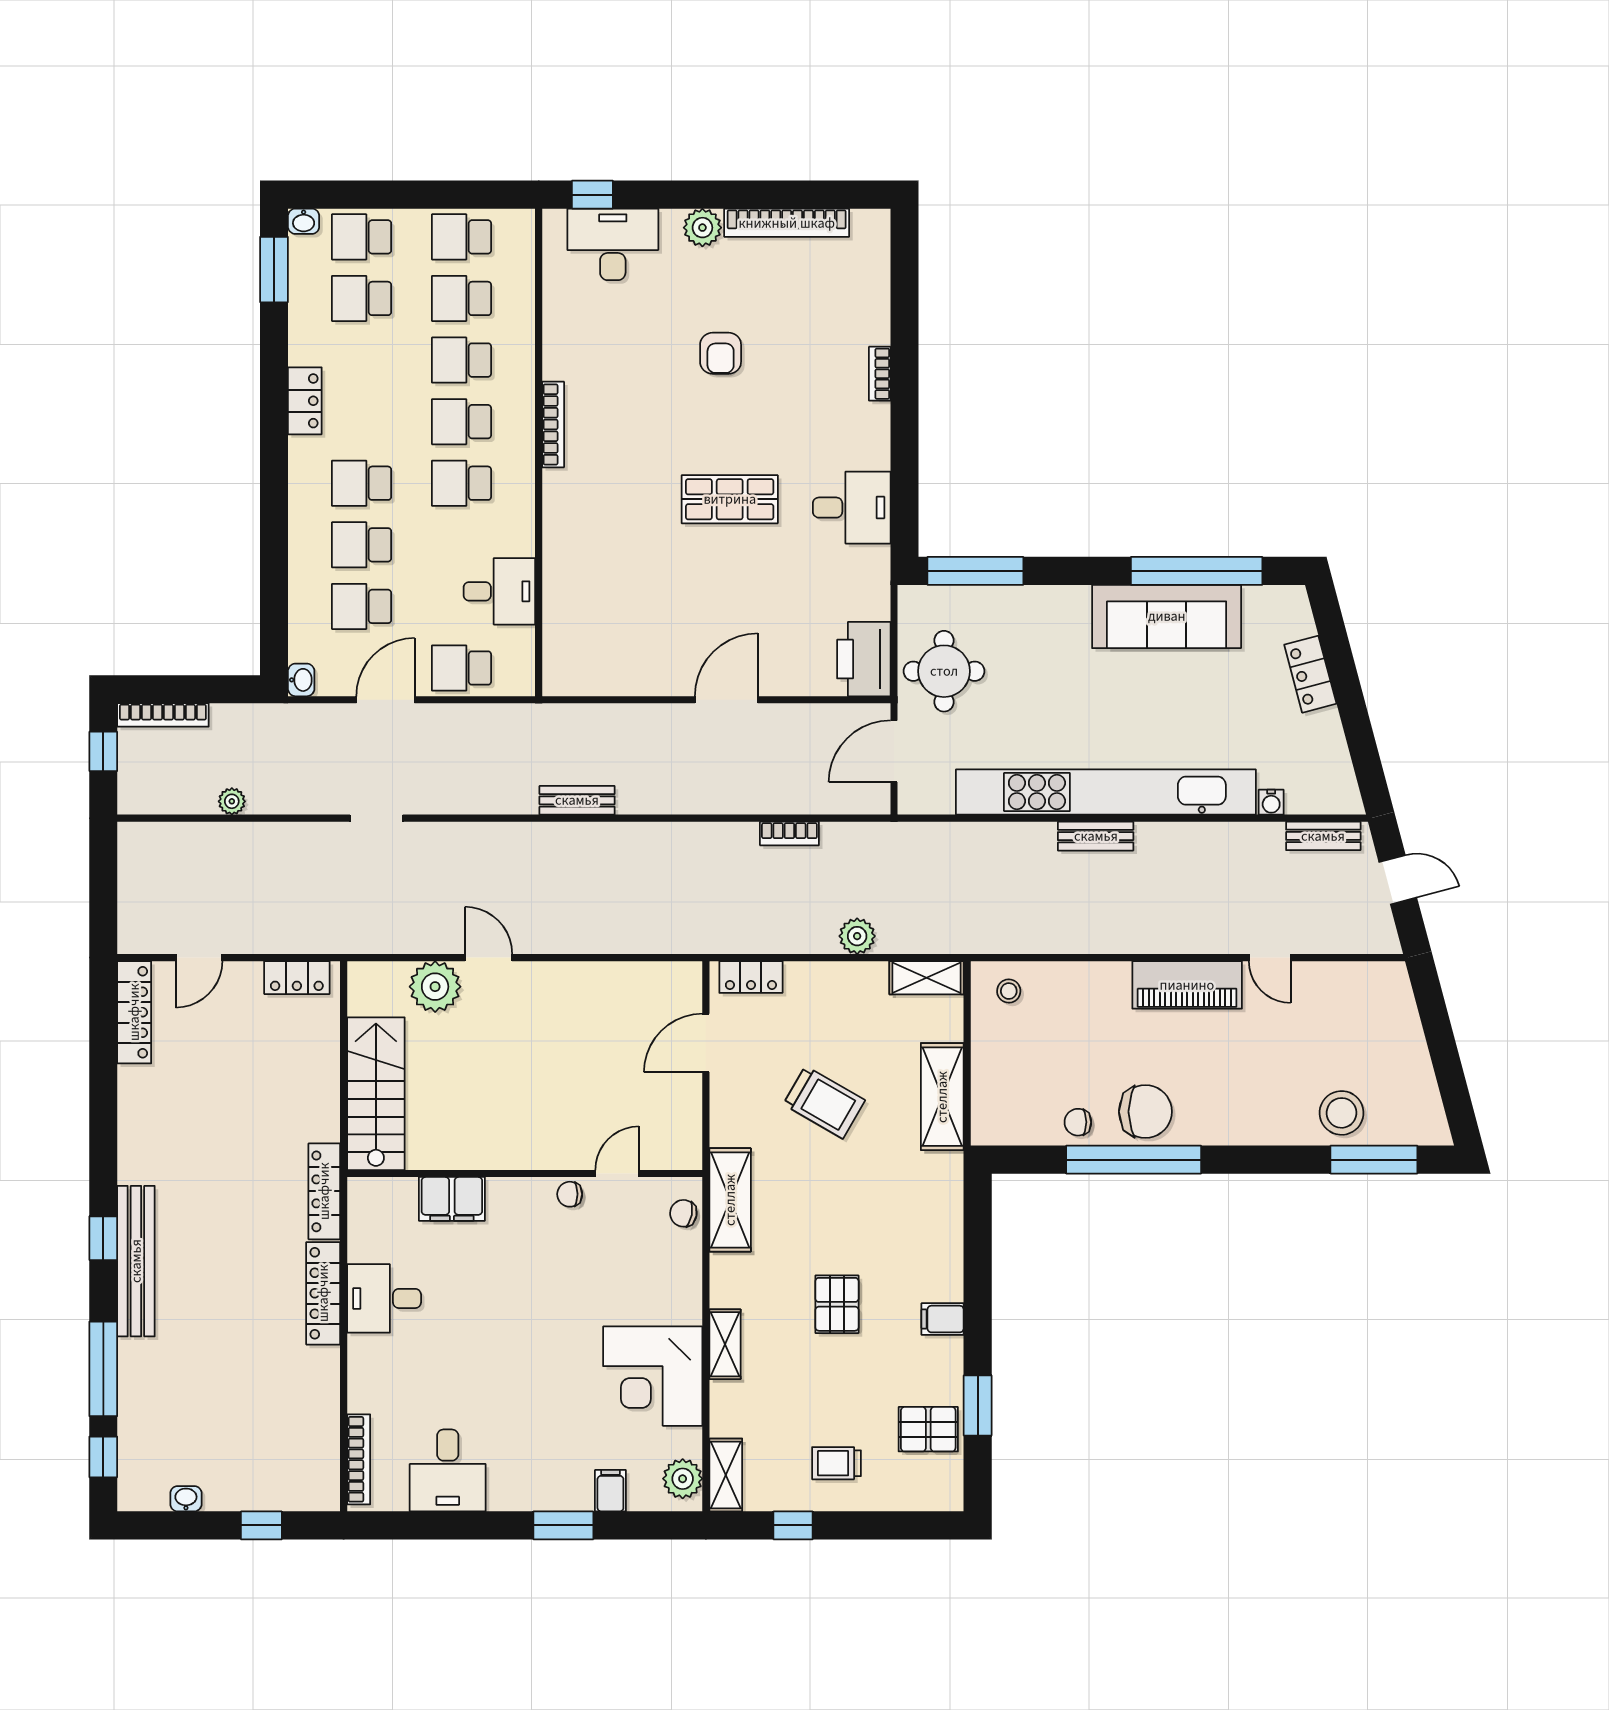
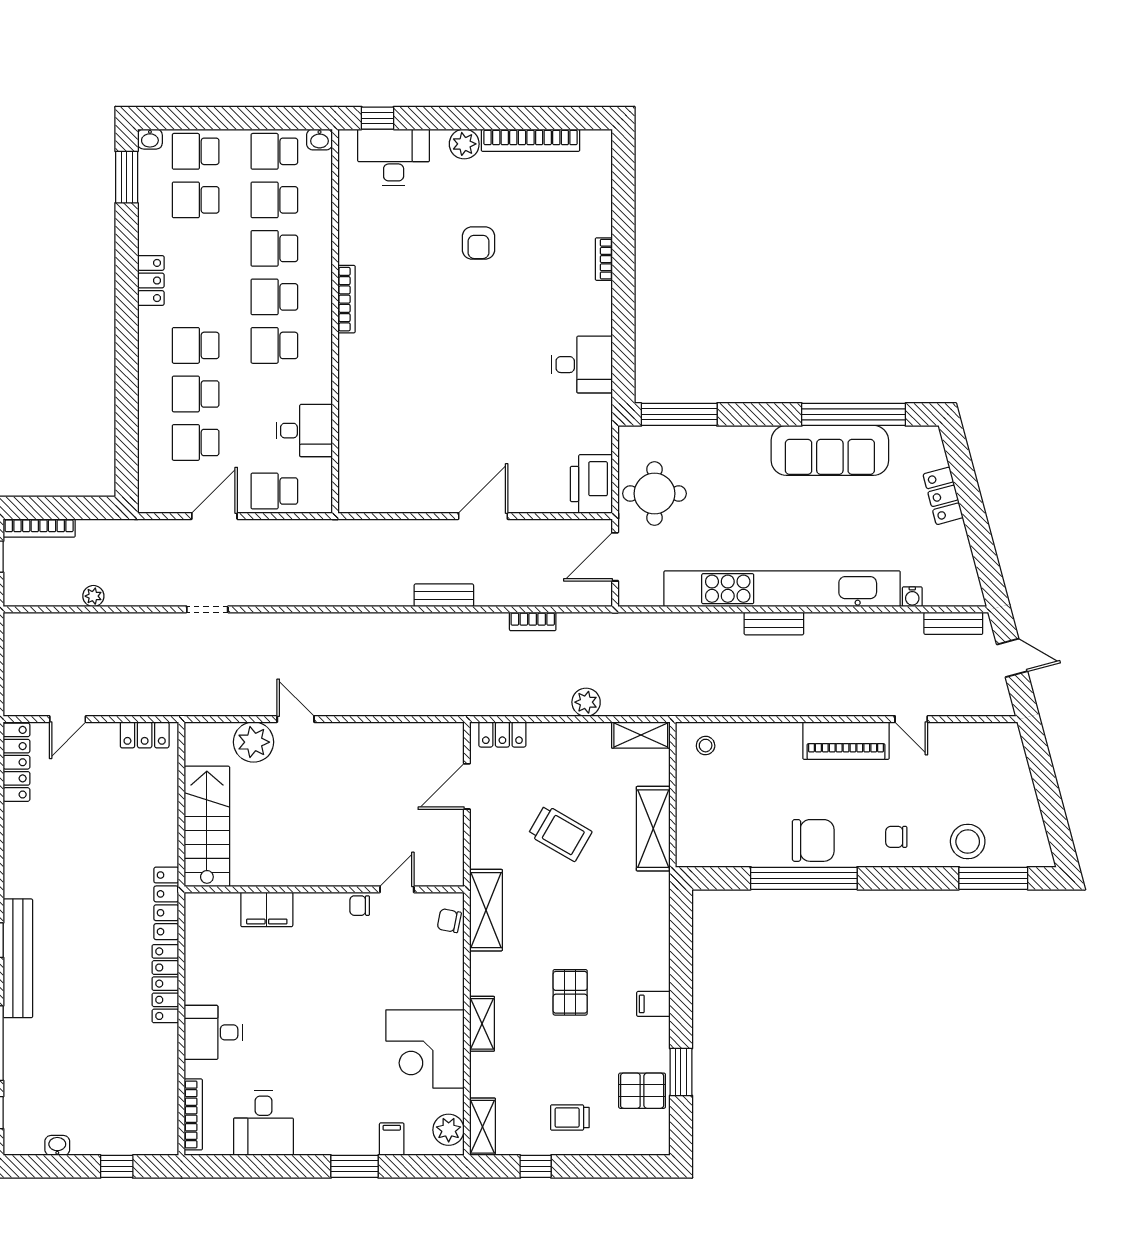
shop shelf: (730, 499) -> (486, 358), removed
washbasin: (301, 680) -> (320, 139), moved, turned 90
bench: (577, 800) -> (444, 595), moved
chair: (1078, 1122) -> (896, 837), moved
desk: (384, 1298) -> (213, 1032), moved

